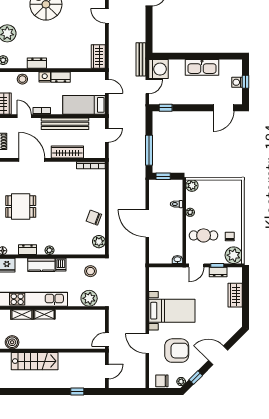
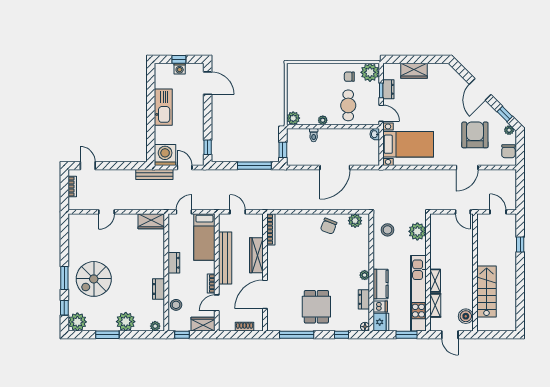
nightstand: (45, 77) -> (174, 280), removed
dishwasher: (61, 265) -> (380, 306), moved
bed with nightstands: (172, 311) -> (408, 144), moved, turned 90

